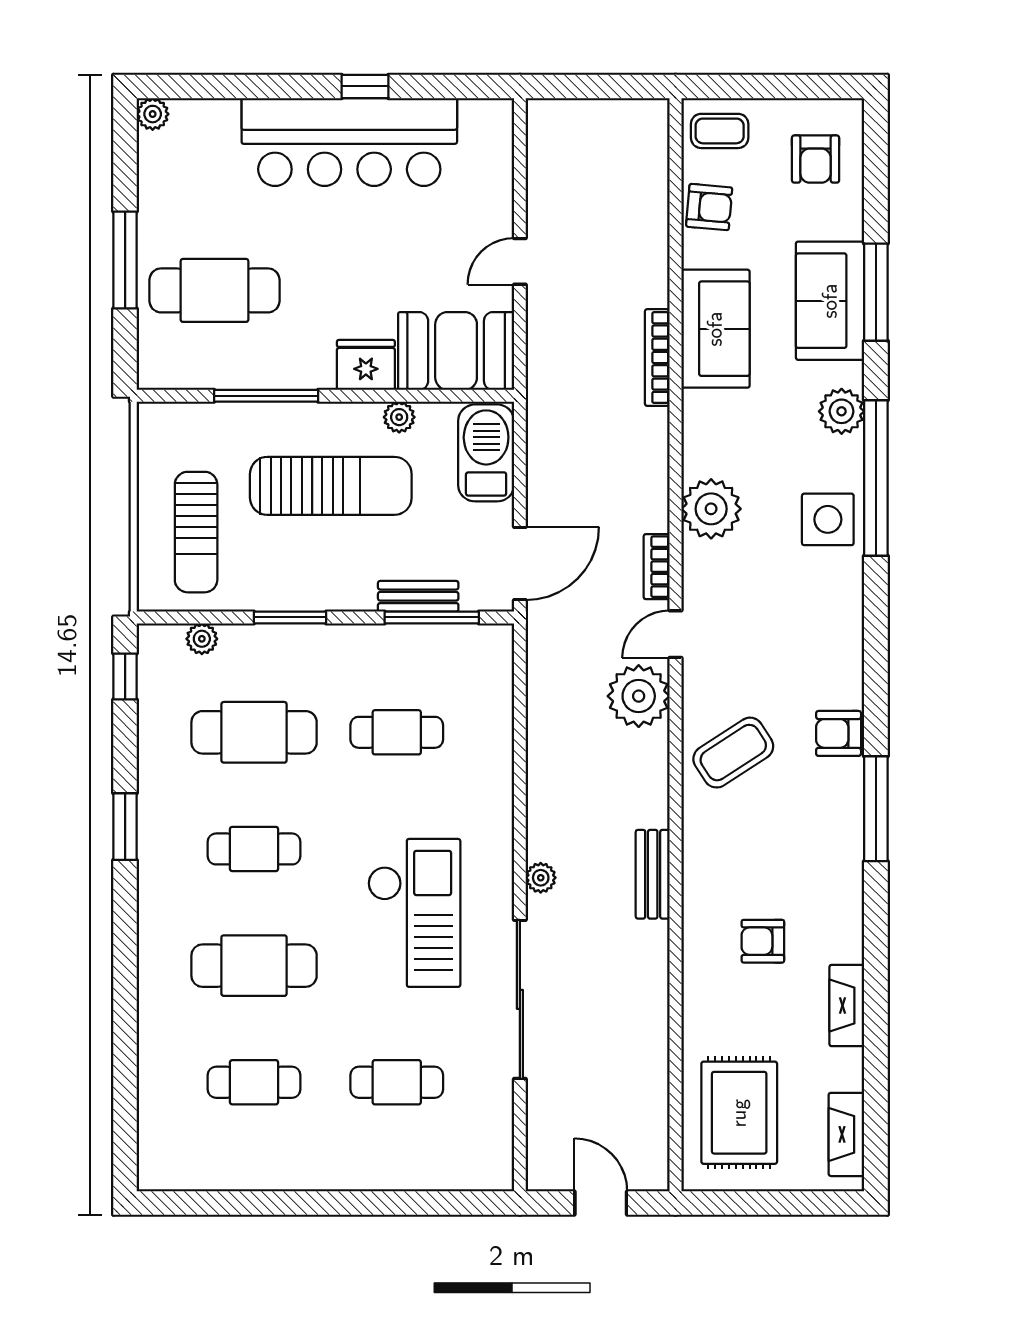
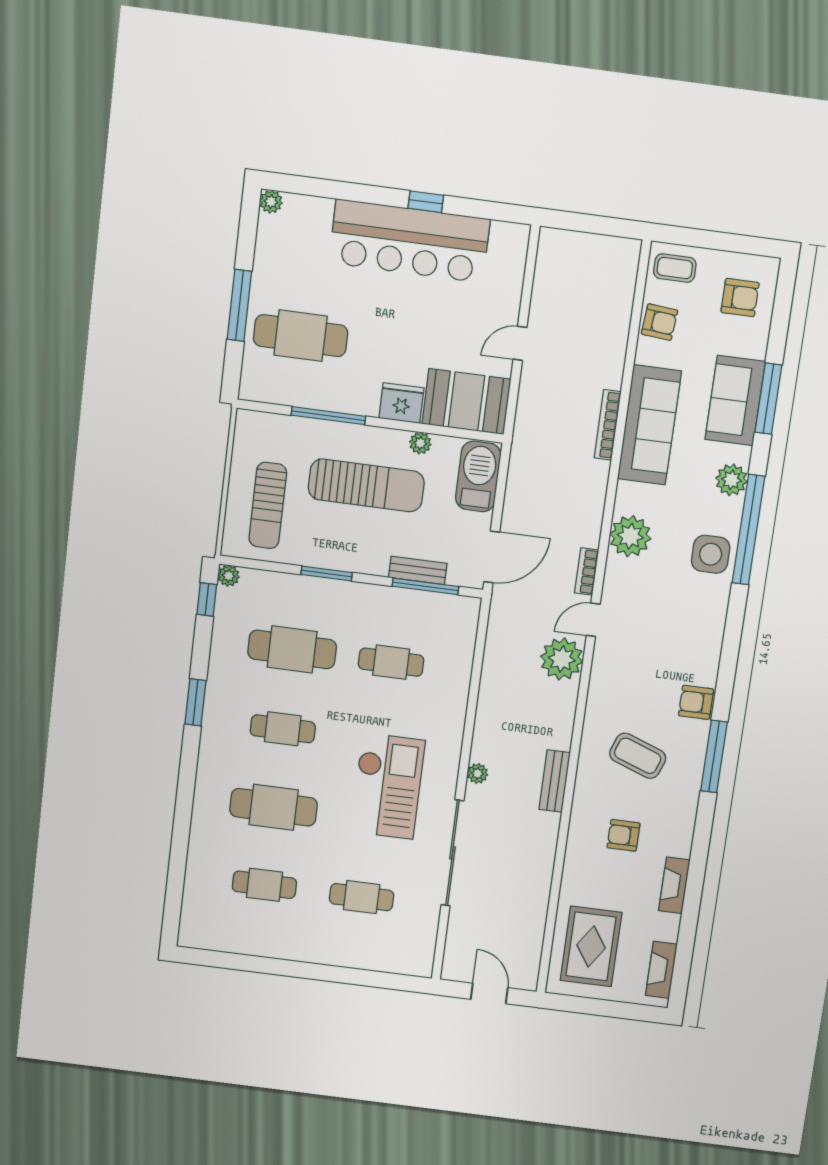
armchair: (816, 159) -> (740, 297), turned -90
sofa: (715, 329) -> (649, 425), width x1.36
plant: (202, 639) -> (229, 576), moved
coffee table: (733, 753) -> (638, 756), moved, turned 53

